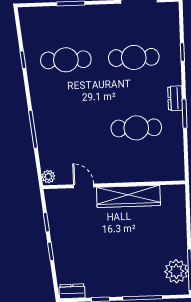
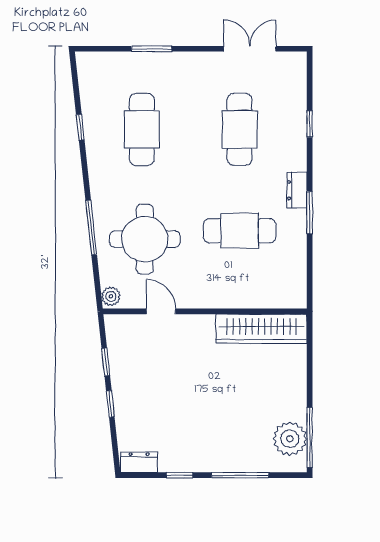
cafe table: (134, 57) -> (240, 129), turned 90
cafe table: (66, 60) -> (142, 129), turned 90
round table: (71, 136) -> (145, 239), added
wardrobe: (128, 196) -> (261, 329), moved

